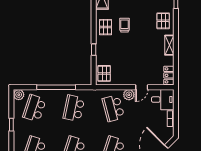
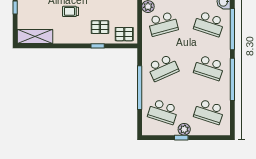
pallet: (106, 27) -> (100, 27), moved
plant: (19, 95) -> (184, 129), moved
school desk: (74, 108) -> (163, 68), turned -36

